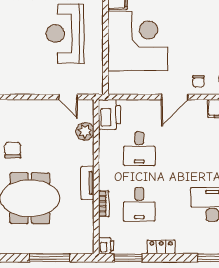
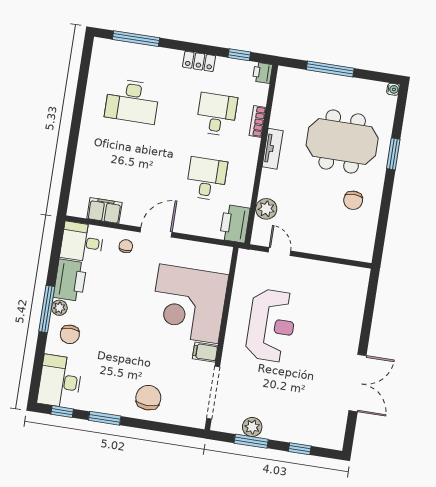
window: (128, 258) -> (239, 55), width x0.67

